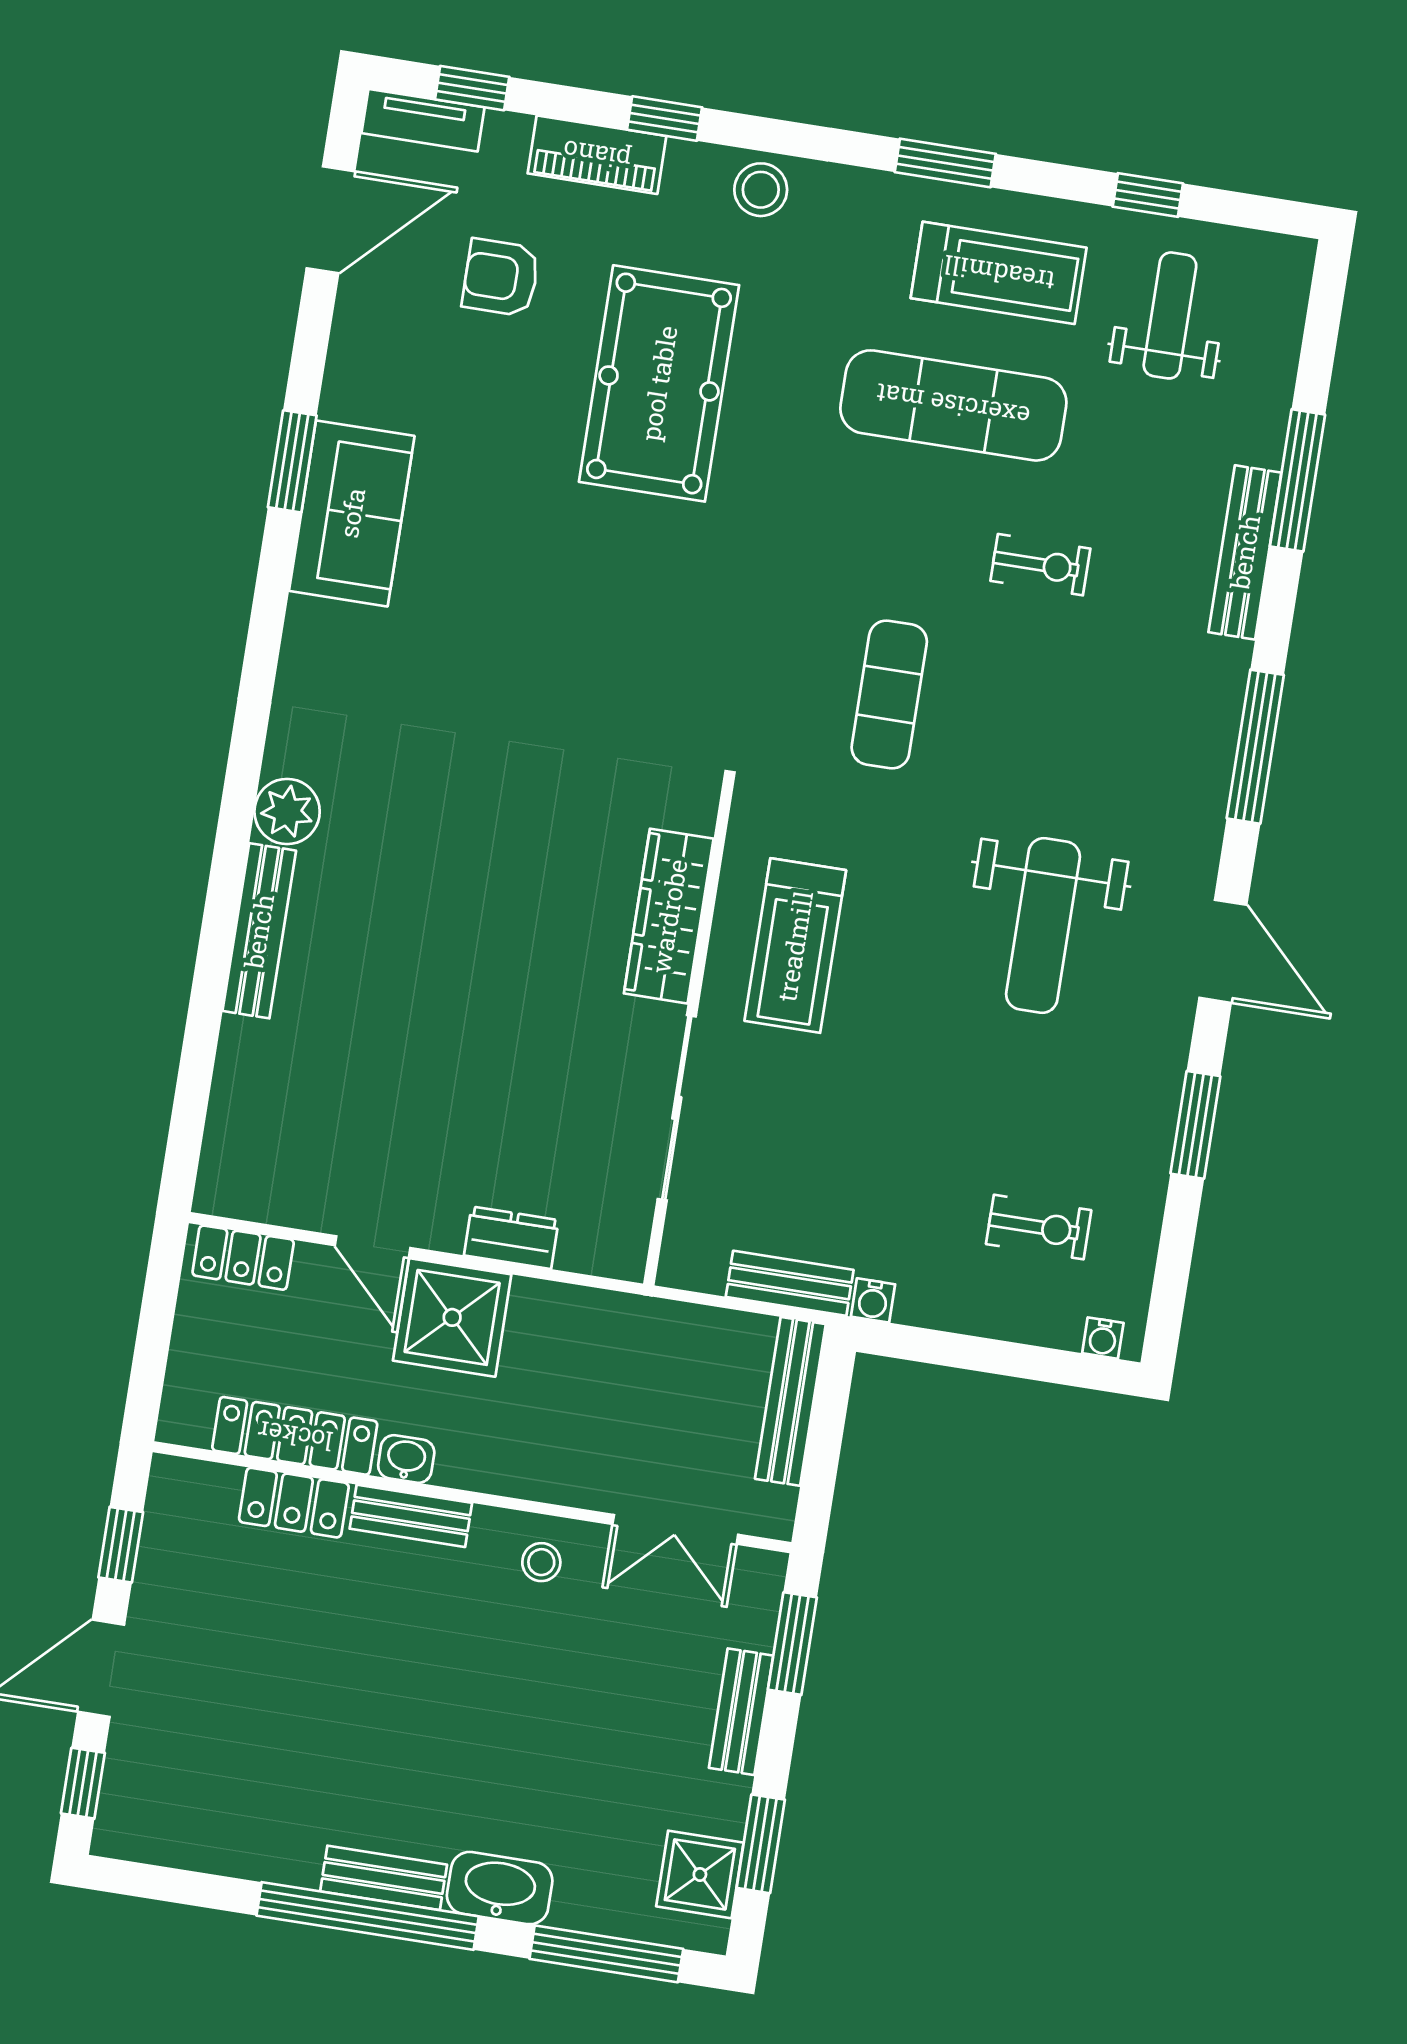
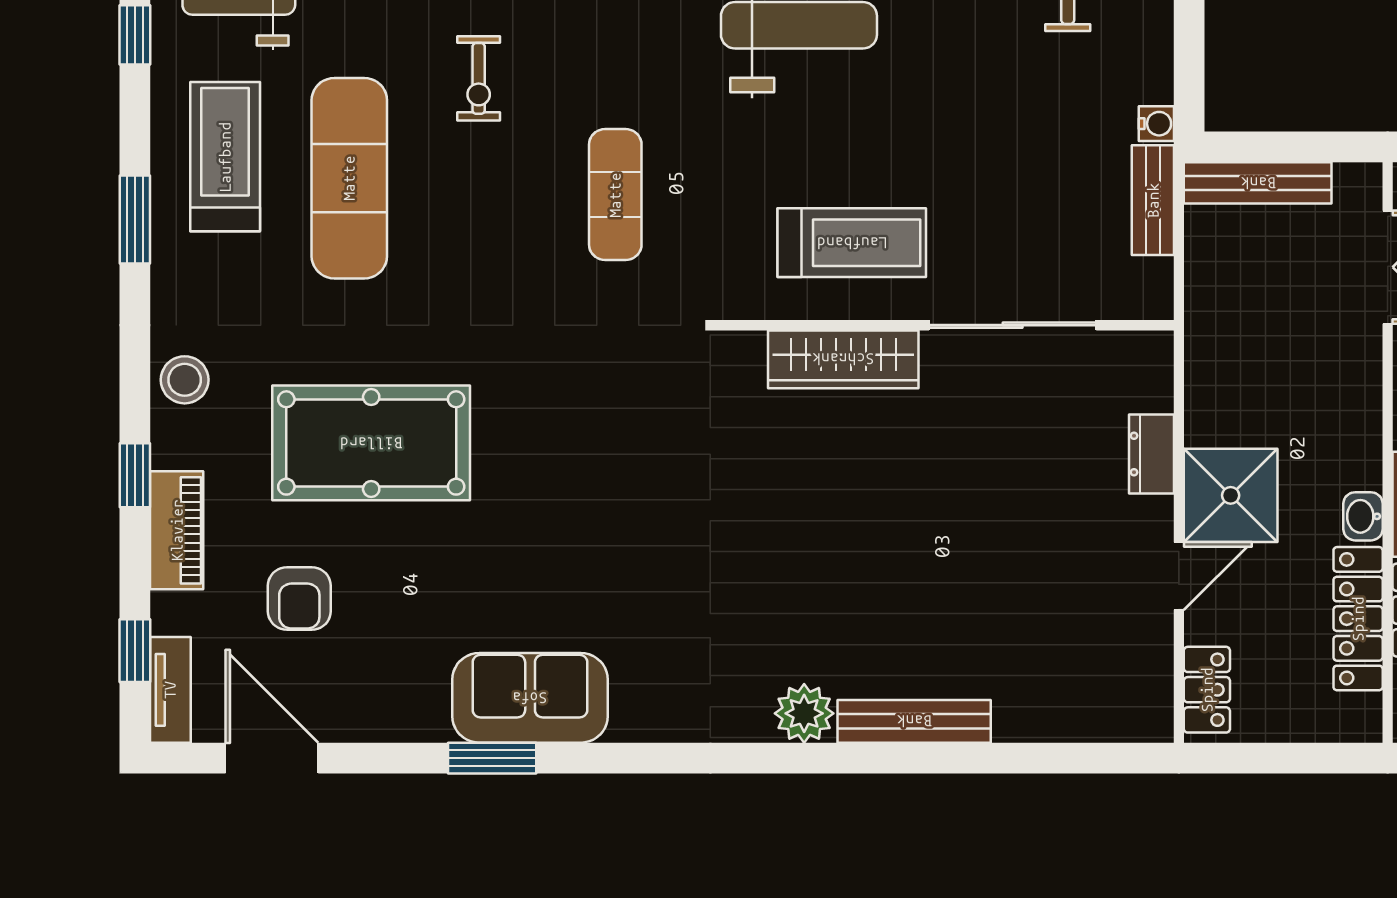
exercise bike: (1040, 565) -> (479, 78), turned 180
exercise mat: (889, 695) -> (615, 195), turned 90

